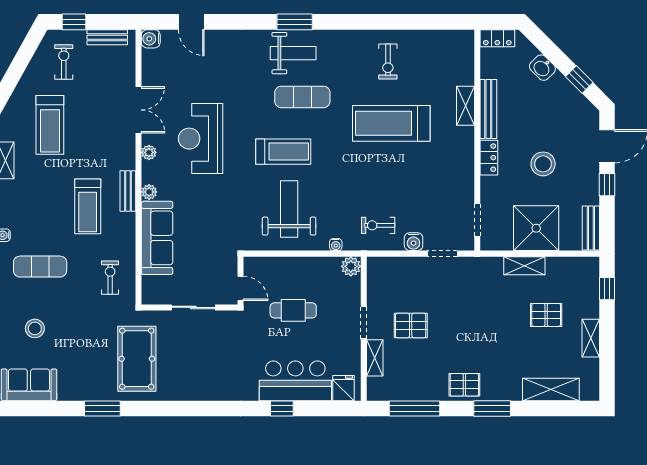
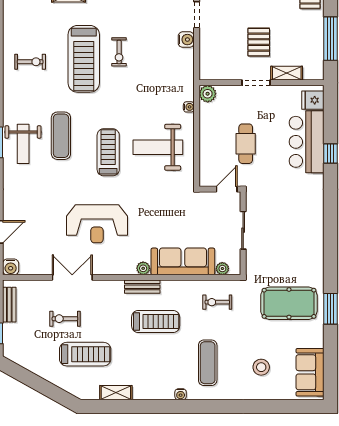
weight bench: (293, 53) -> (23, 144), turned 180
exercise bike: (64, 62) -> (65, 319), moved
plant: (149, 152) -> (222, 269), moved
exercise bike: (378, 225) -> (119, 52), moved
pool table: (137, 359) -> (289, 303), moved

